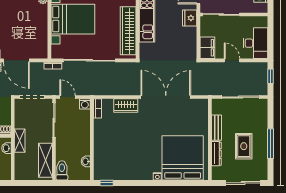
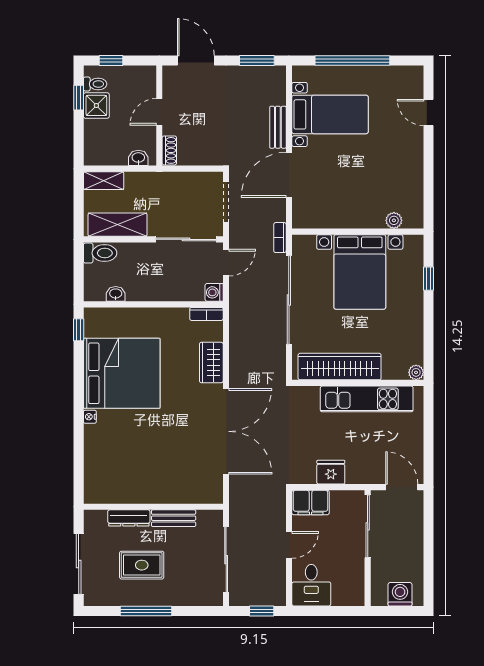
fridge: (190, 18) -> (331, 472), moved
desk: (256, 43) -> (311, 585), width x0.73
shelving: (20, 141) -> (104, 181), moved
bed: (183, 158) -> (122, 373), moved

